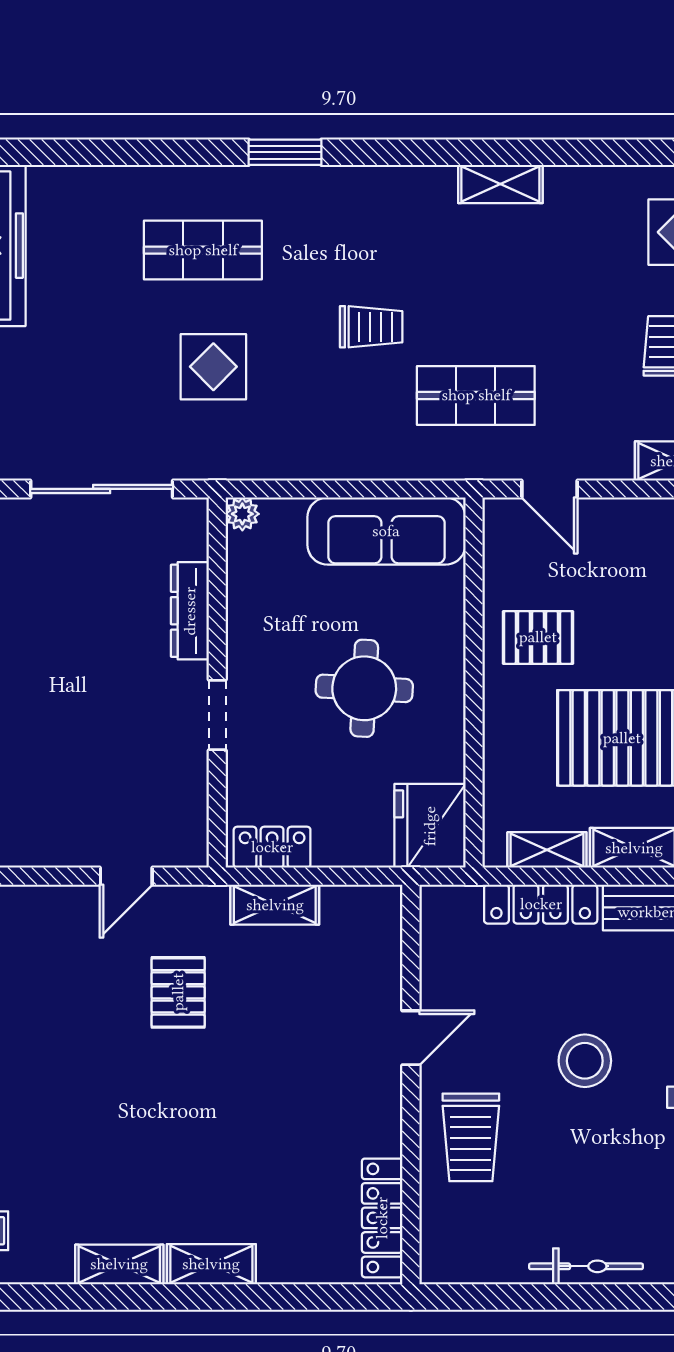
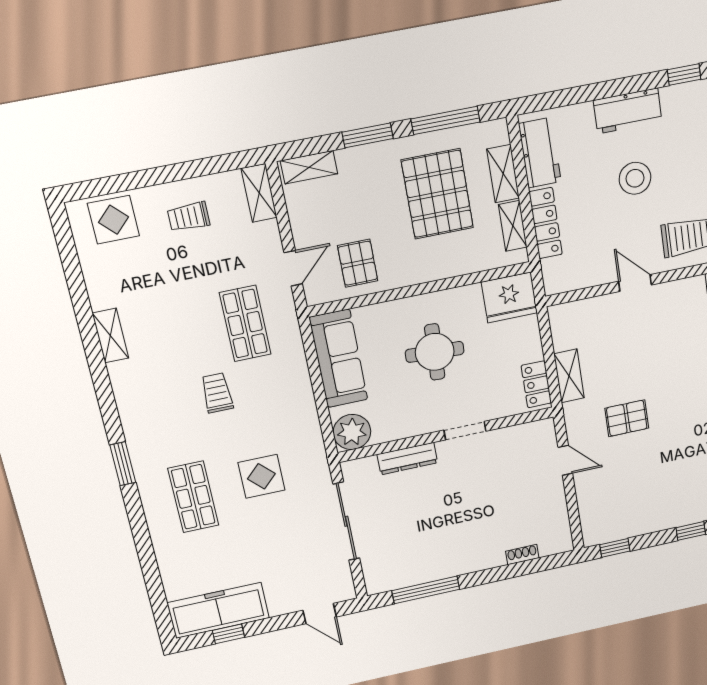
plant: (242, 514) -> (352, 432), width x1.88, depth x1.88
pallet: (538, 637) -> (358, 263), moved

